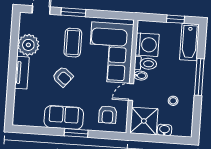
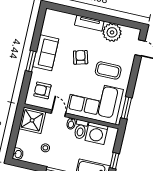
window: (73, 12) -> (126, 108), moved
armchair: (63, 77) -> (81, 57), turned 126
washbasin: (164, 130) -> (18, 154), moved

